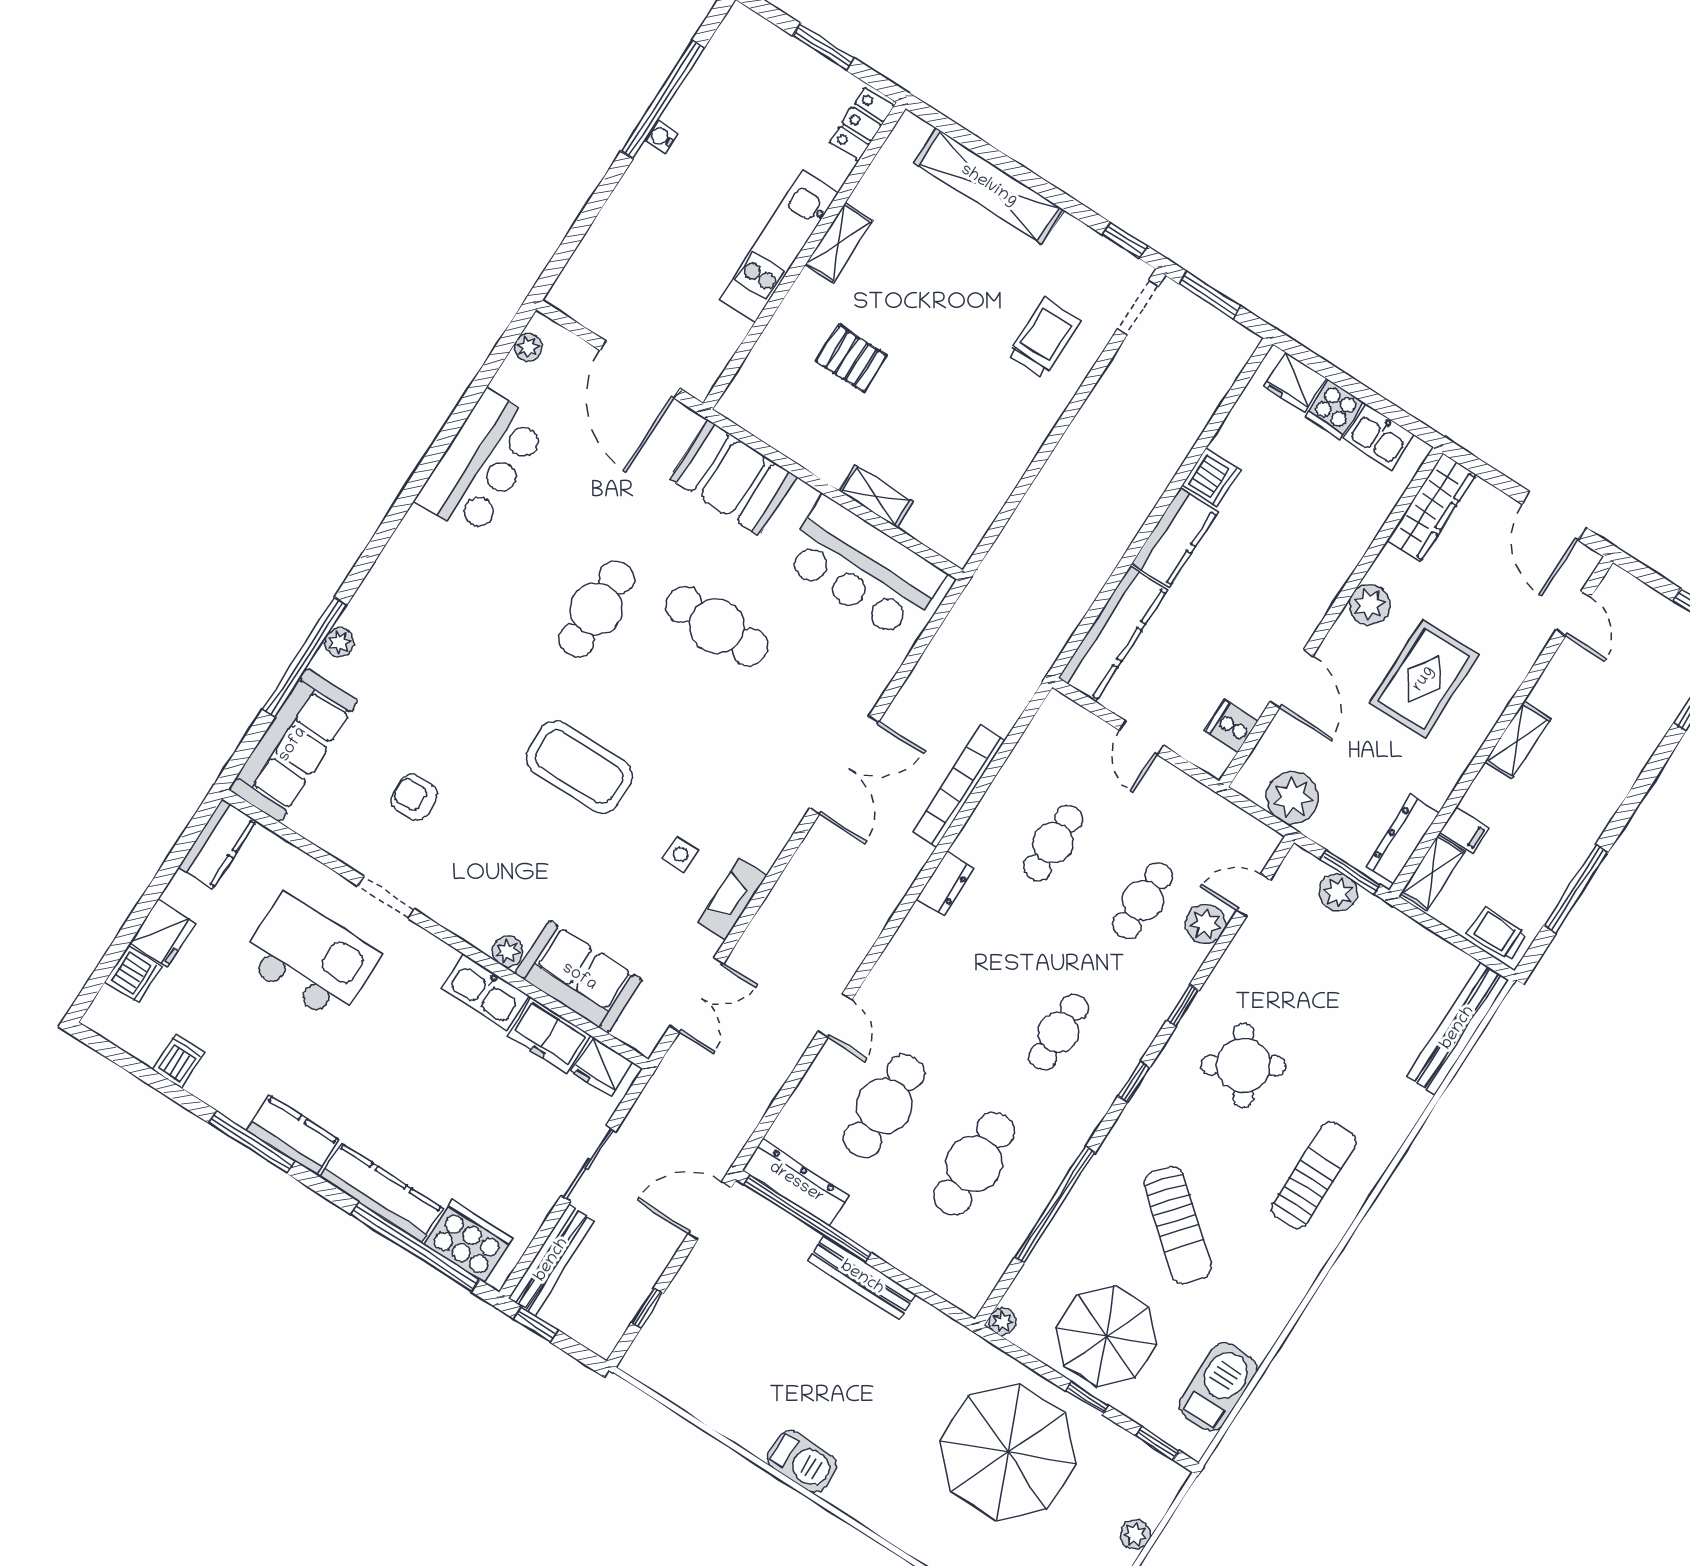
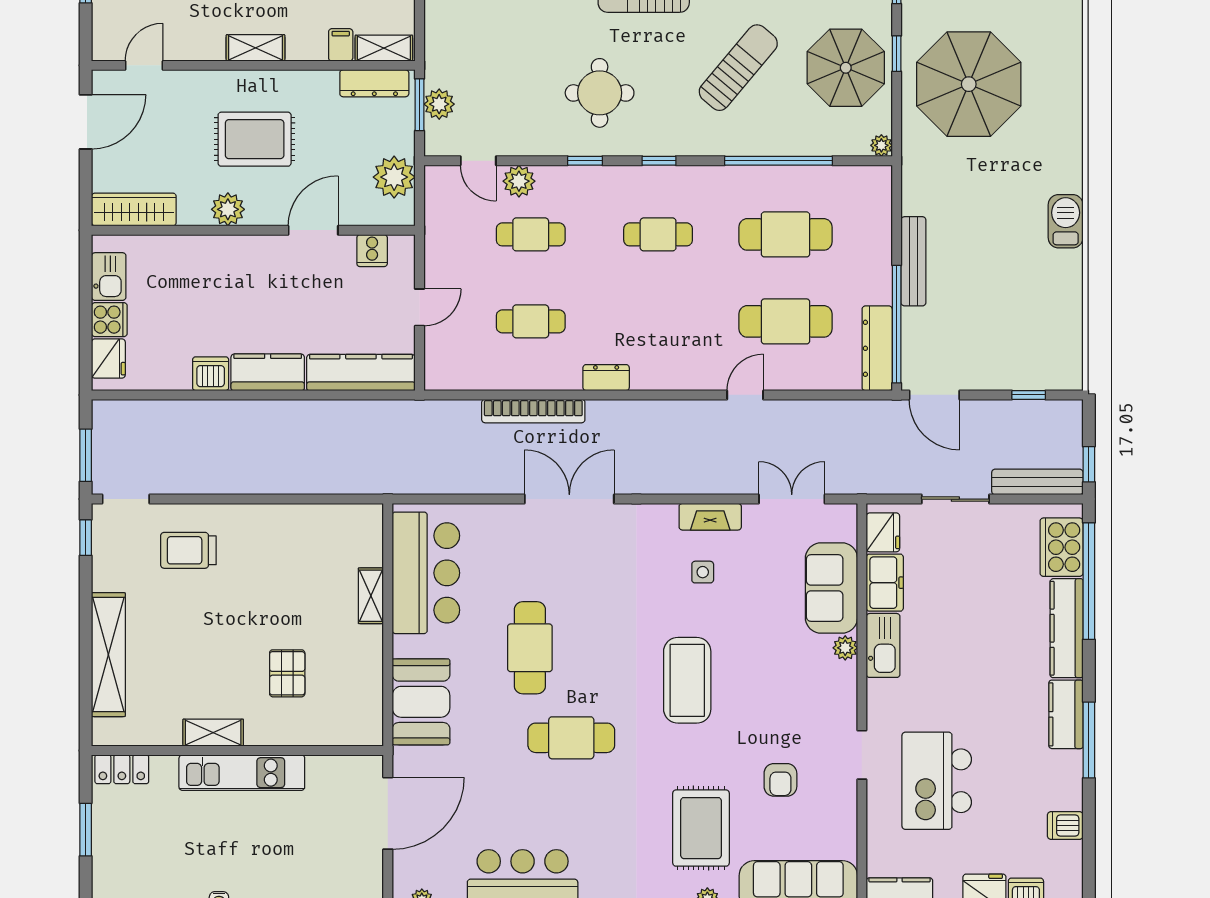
rug: (417, 683) -> (701, 828), added
round table: (1243, 1065) -> (600, 93), turned 32

